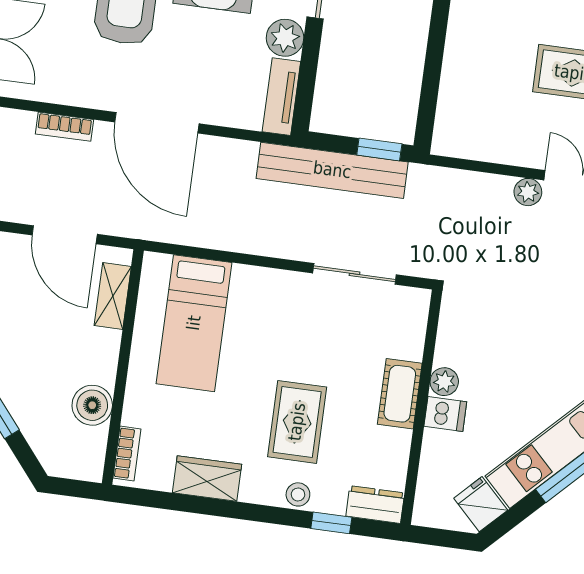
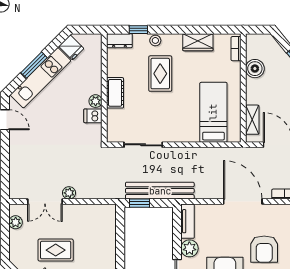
dishwasher: (445, 414) -> (93, 116), moved

